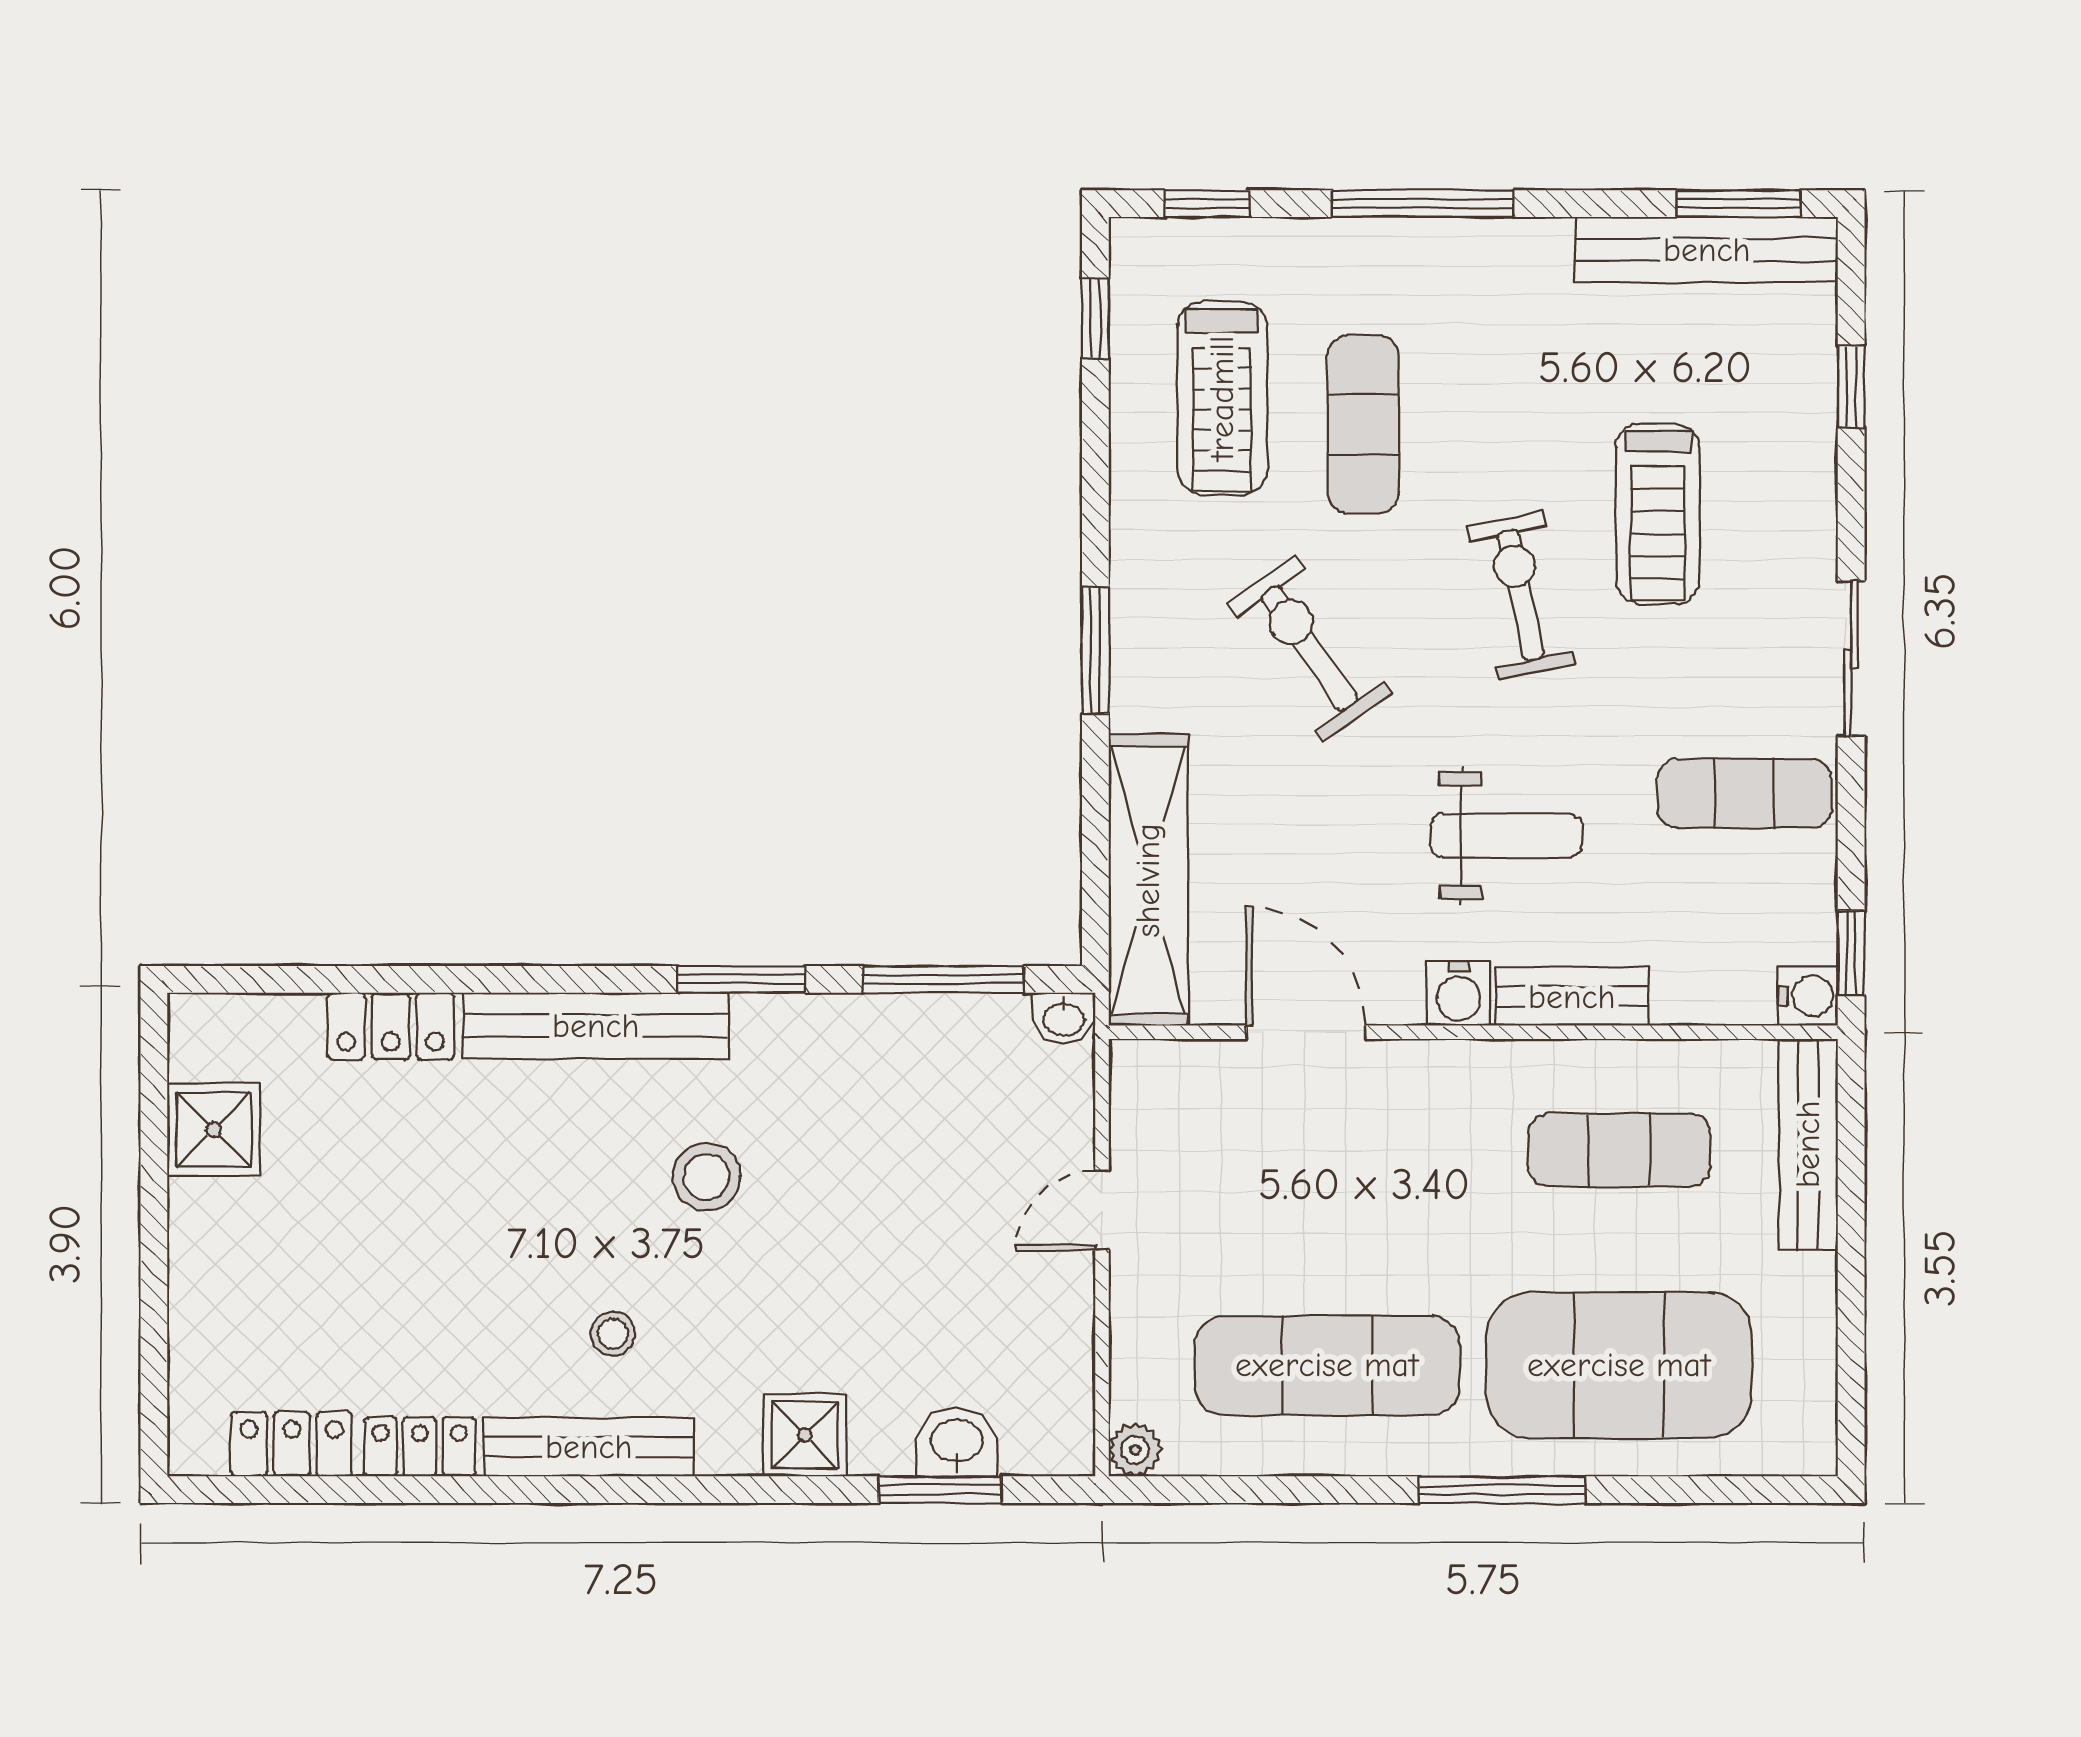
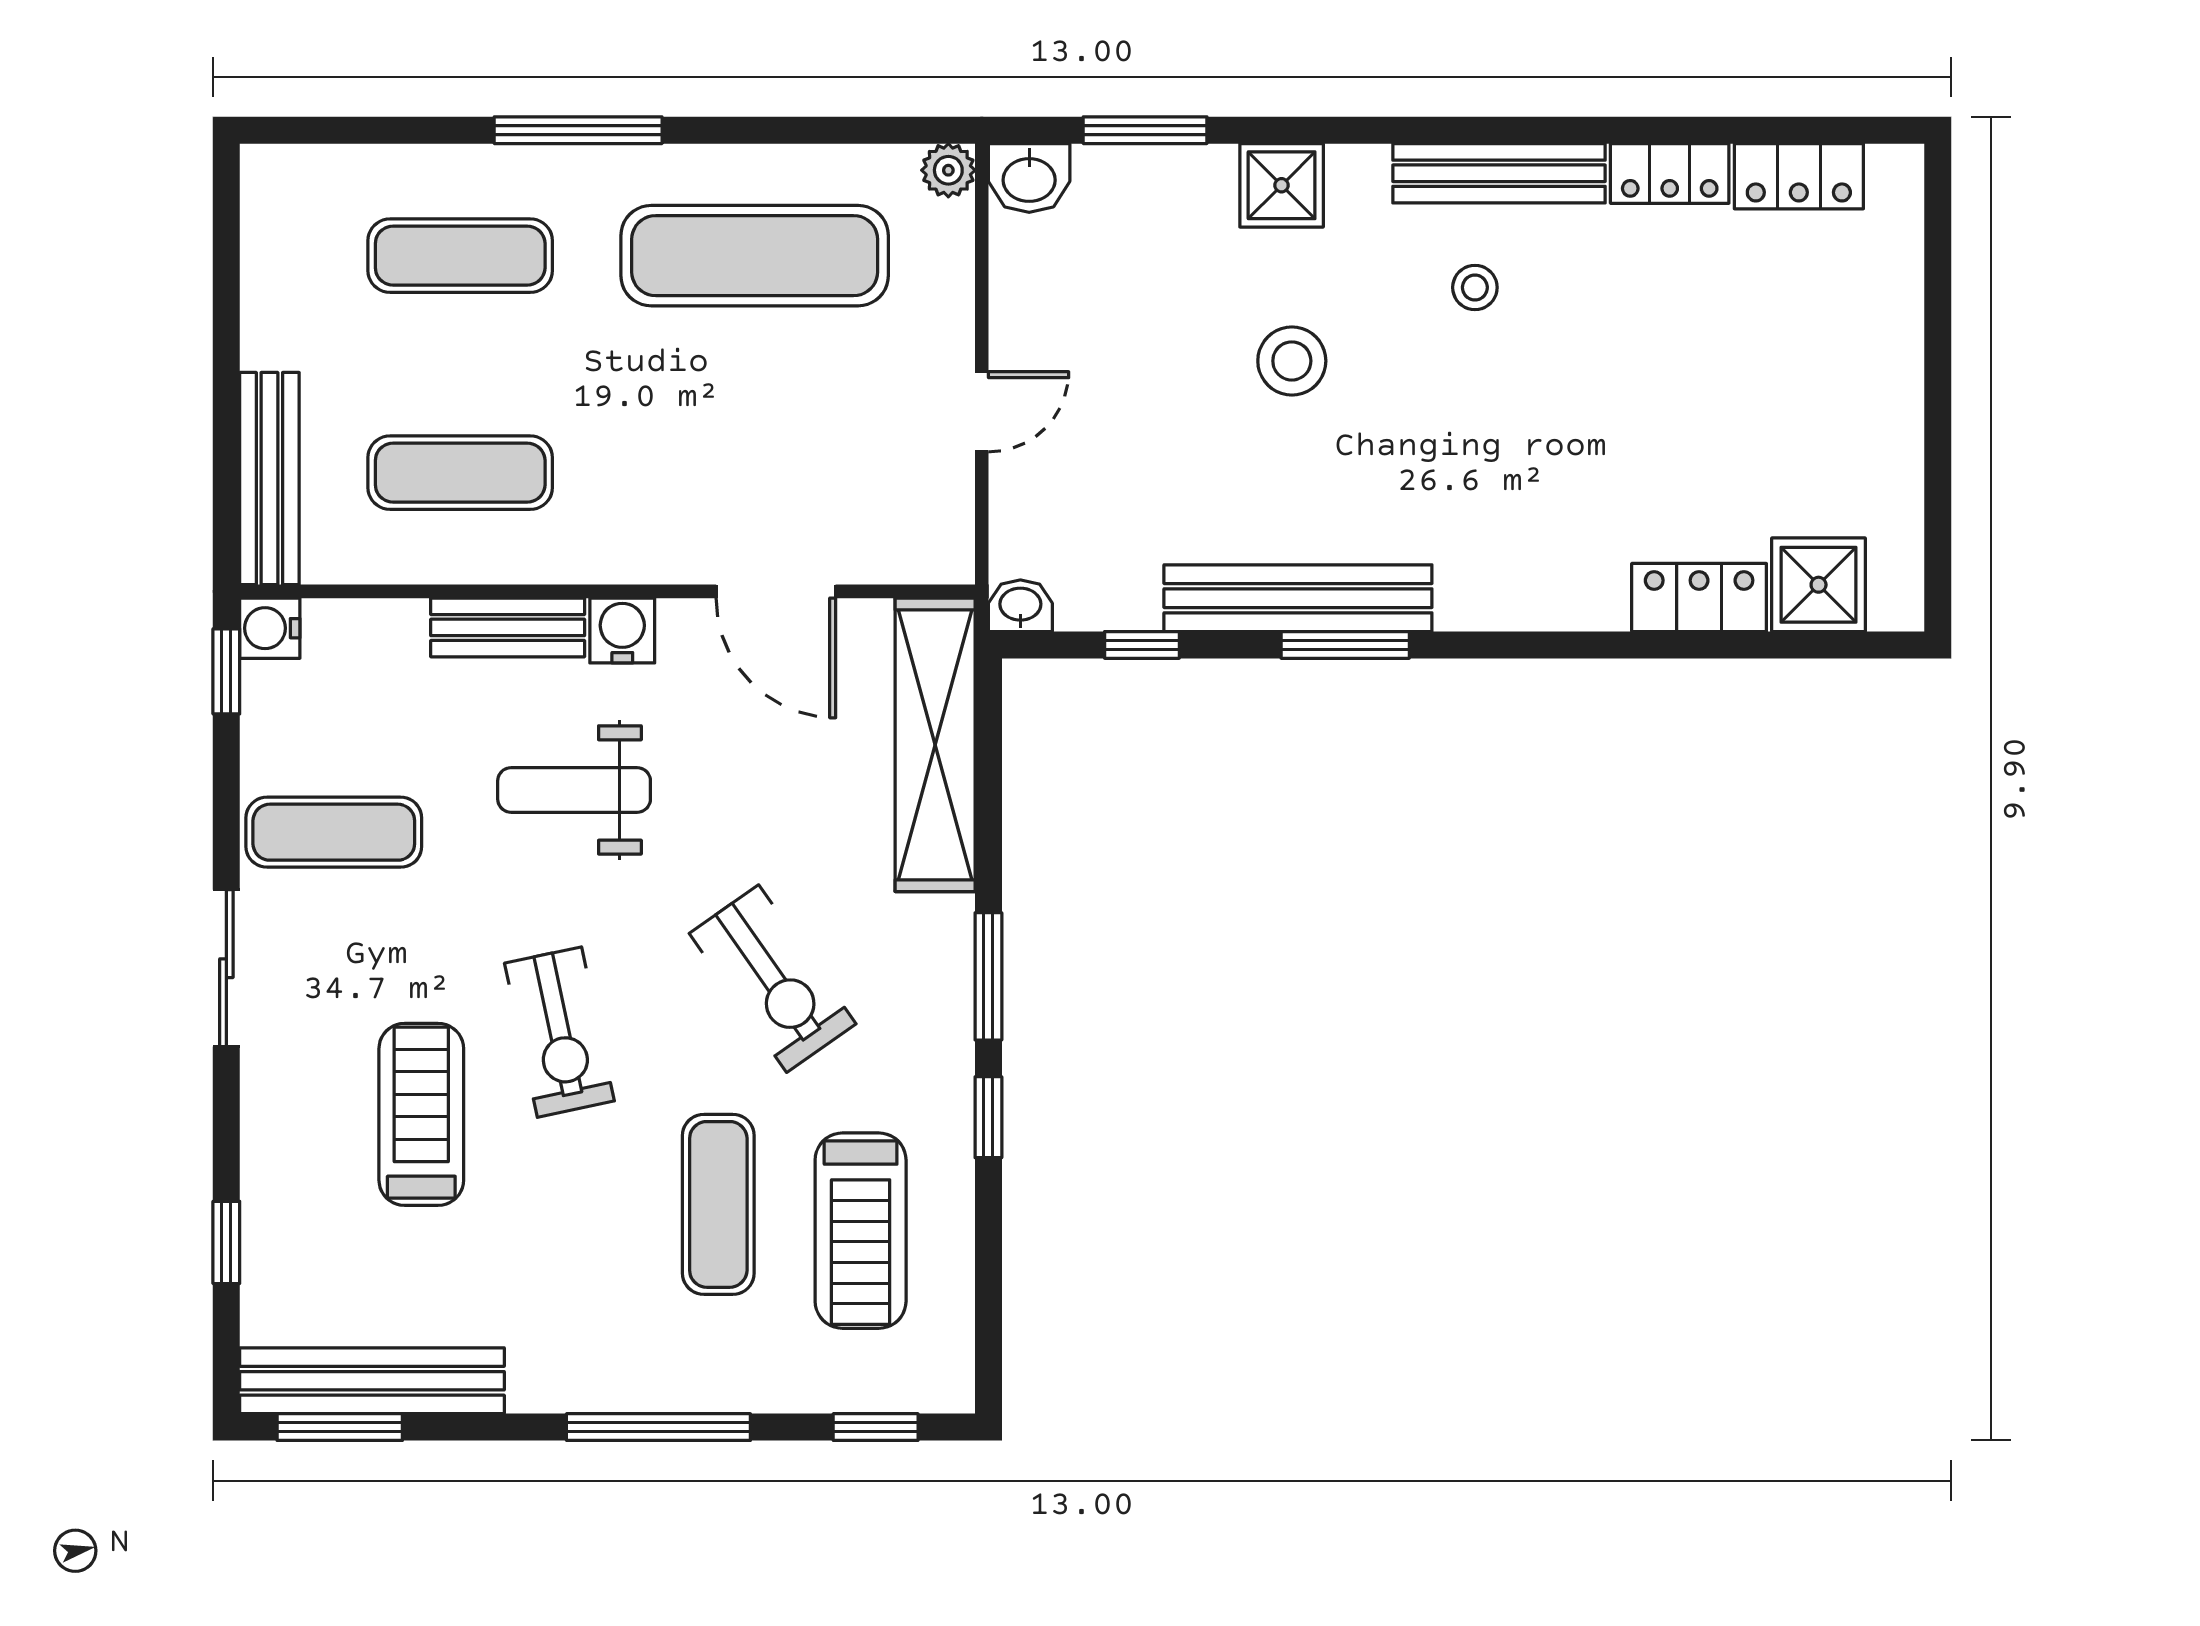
window: (1095, 319) -> (988, 1117), moved
treadmill: (1222, 398) -> (861, 1231), turned 180
window: (943, 979) -> (1142, 645), width x0.46
bench: (596, 1026) -> (1298, 598), moved
shower: (214, 1130) -> (1819, 585), moved
stool: (707, 1177) -> (1292, 361), moved
exercise mat: (1619, 1365) -> (460, 256), width x0.50, depth x0.69
washbasin: (957, 1442) -> (1029, 178), moved

